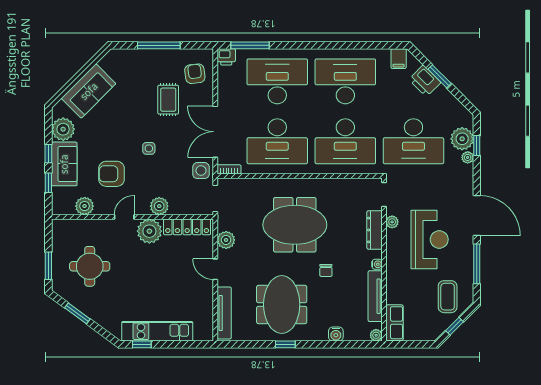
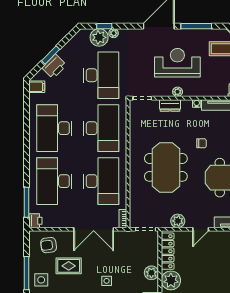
side table: (201, 171) -> (41, 280), moved
plant: (392, 222) -> (178, 92), moved
dresser: (375, 230) -> (170, 105), width x0.70

